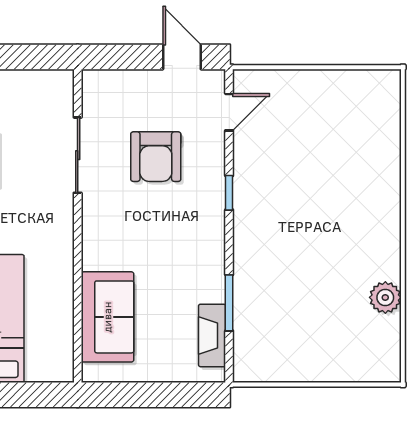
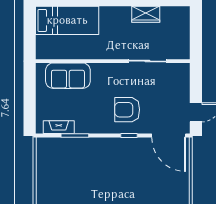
door: (229, 112) -> (169, 136), width x1.88
armchair: (156, 157) -> (127, 110), moved

